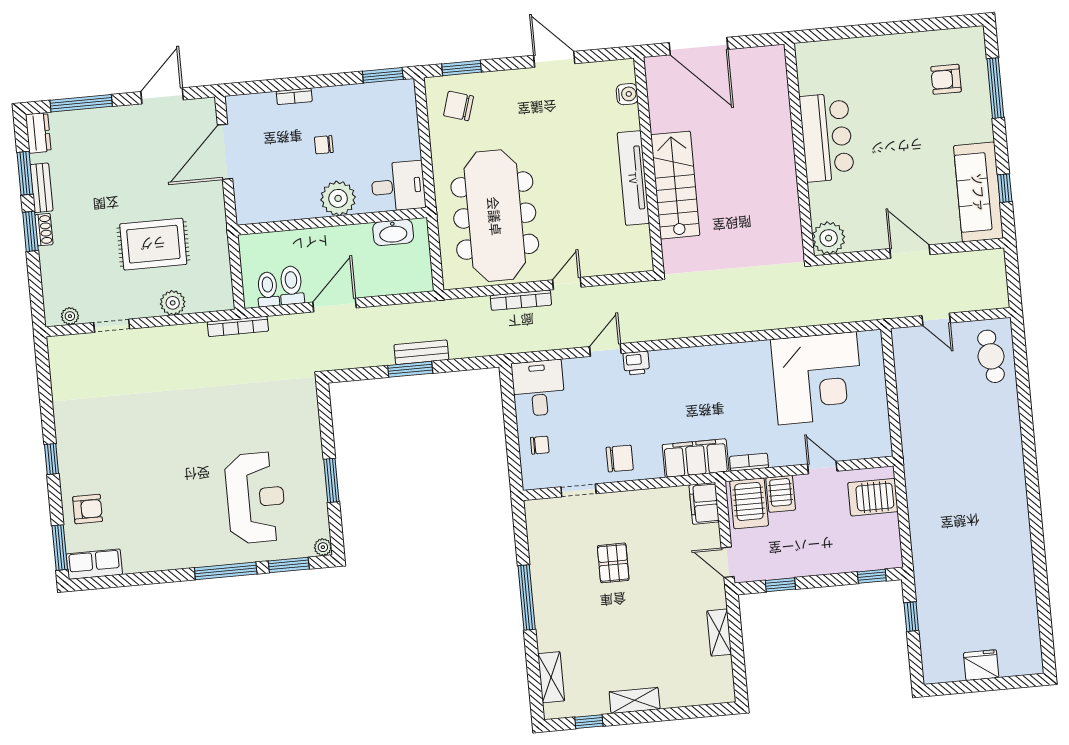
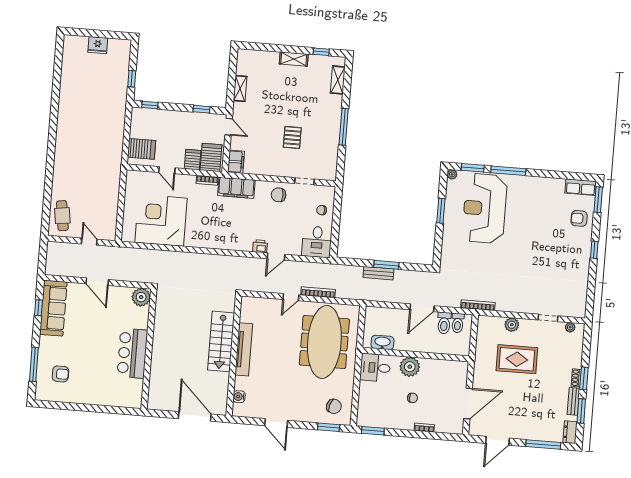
reception desk: (256, 498) -> (485, 208), width x1.36, depth x1.30

